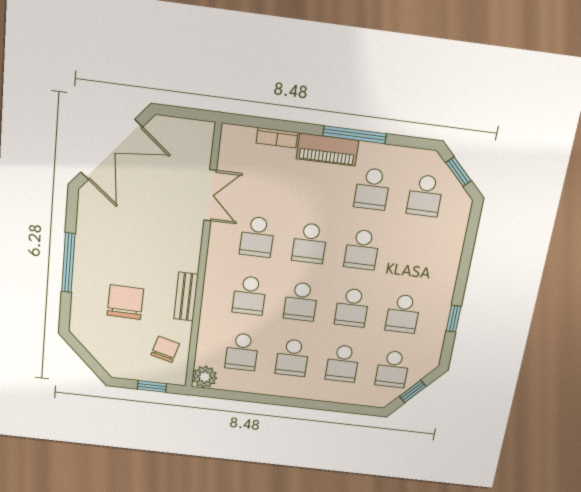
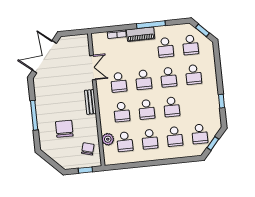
double door: (111, 150) -> (44, 57), swing flipped
bench: (186, 297) -> (90, 102), moved
school desk: (403, 314) -> (194, 75), moved
plant: (205, 377) -> (108, 139), moved

